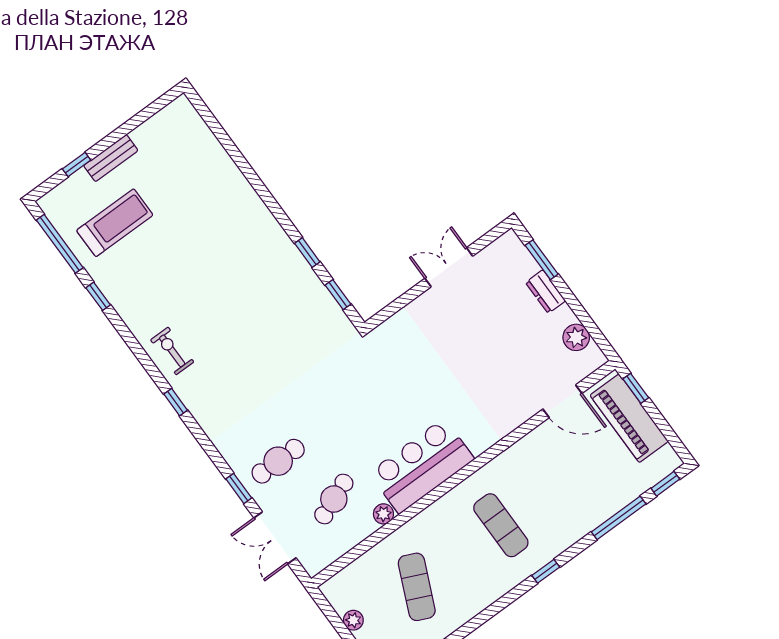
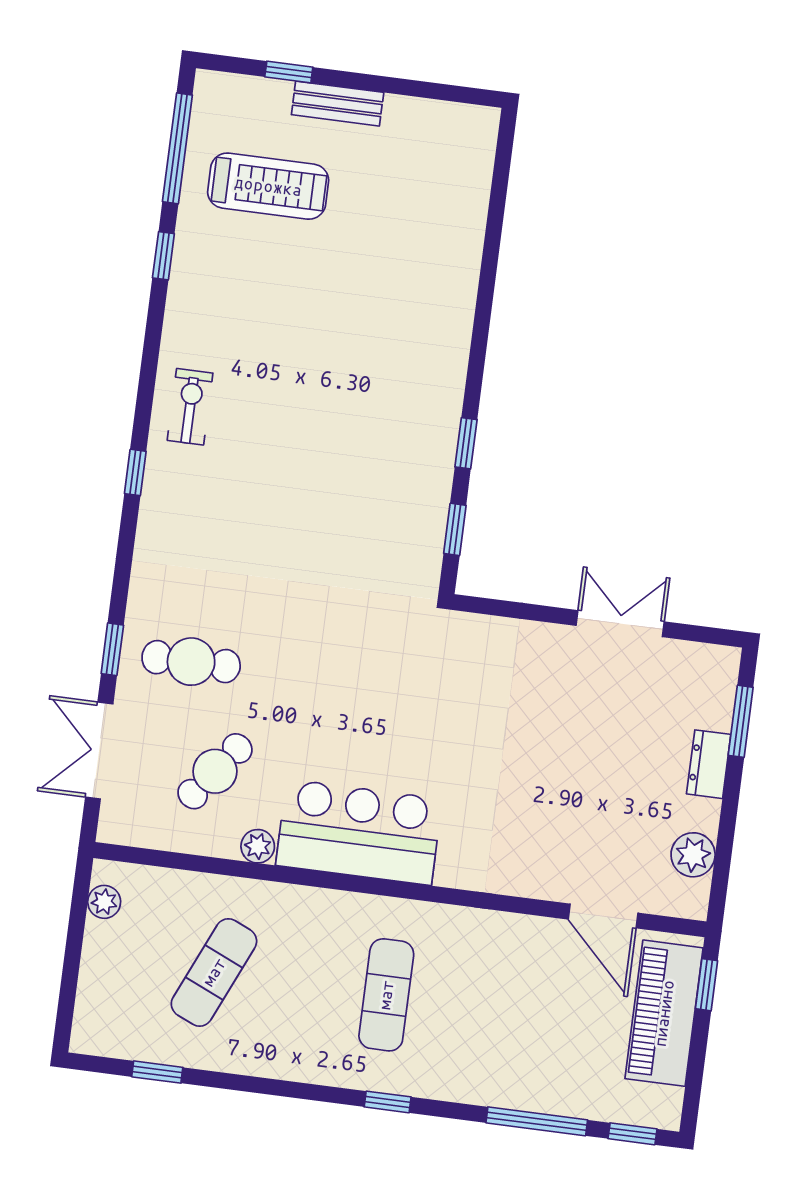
cafe table: (334, 499) -> (215, 771), turned -31
plant: (353, 620) -> (104, 902), moved

